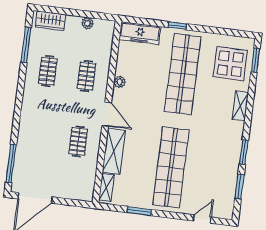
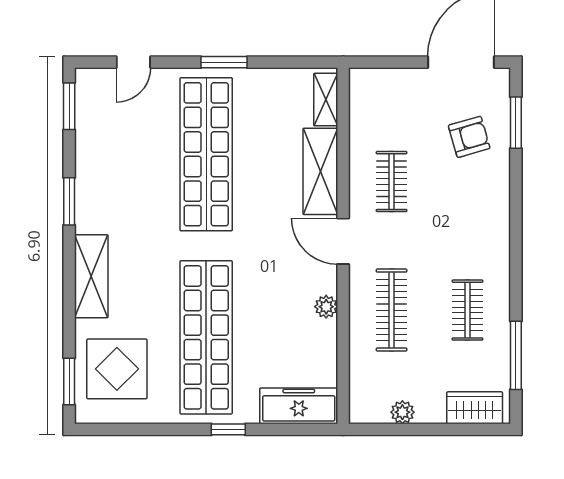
clothes rail: (86, 76) -> (392, 310), width x1.36
shelving: (240, 106) -> (91, 276), width x1.50, depth x1.33
armchair: (36, 159) -> (469, 137), added
window: (11, 164) -> (516, 123), width x0.69
window: (239, 187) -> (69, 106), moved
window: (139, 211) -> (224, 62), moved

